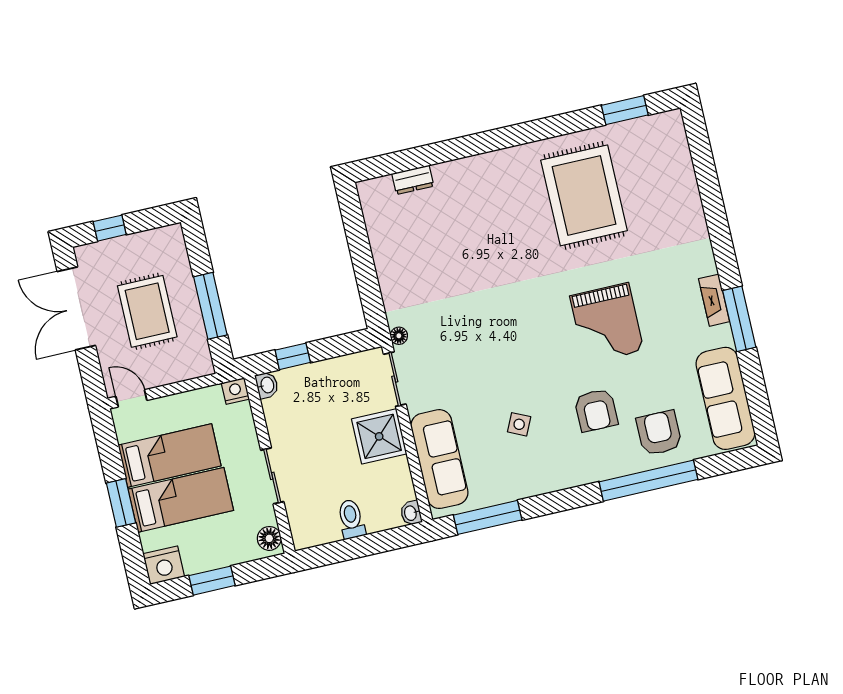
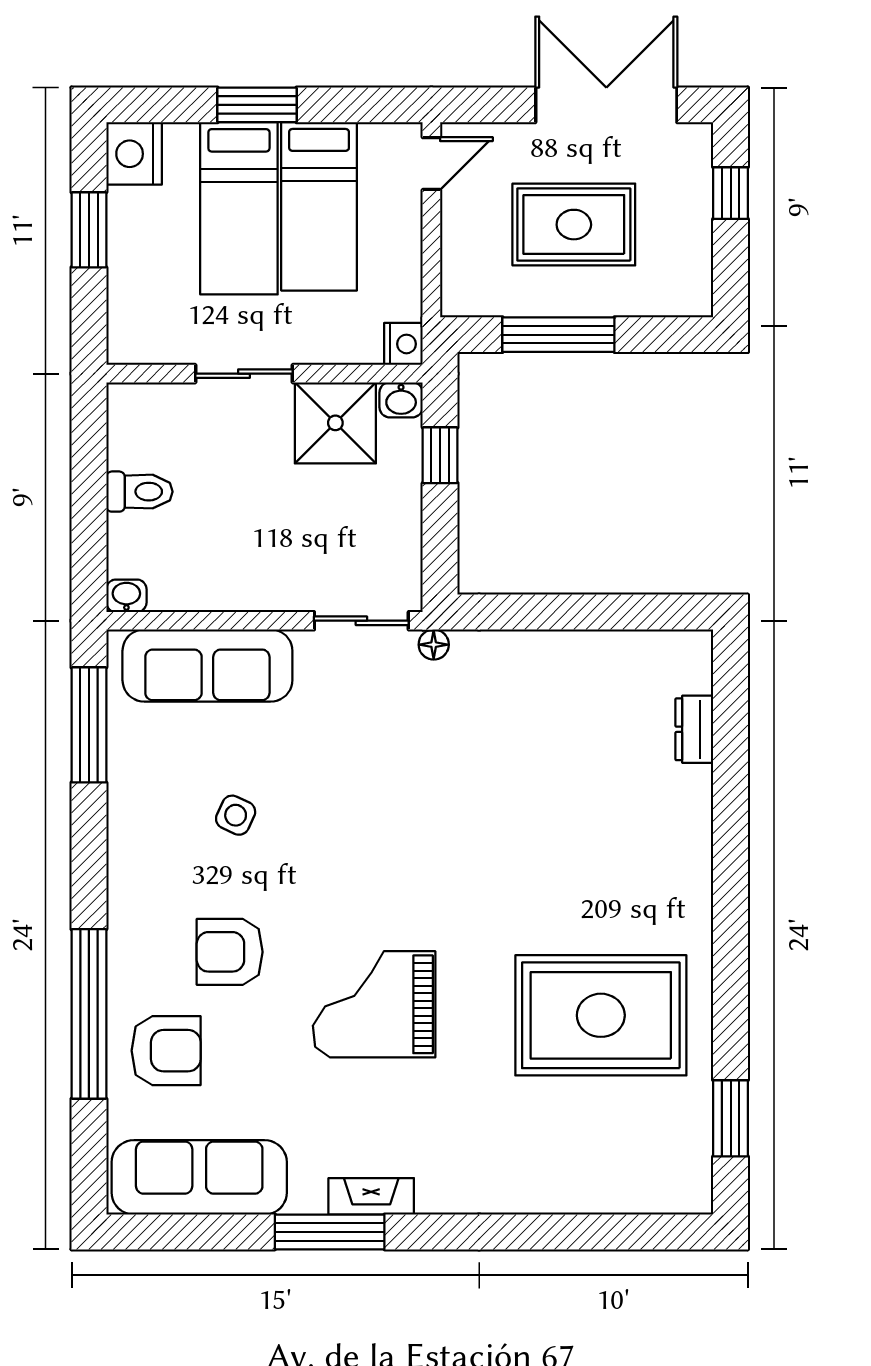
shower: (379, 436) -> (335, 423), moved
floor lamp: (269, 538) -> (139, 344), removed

